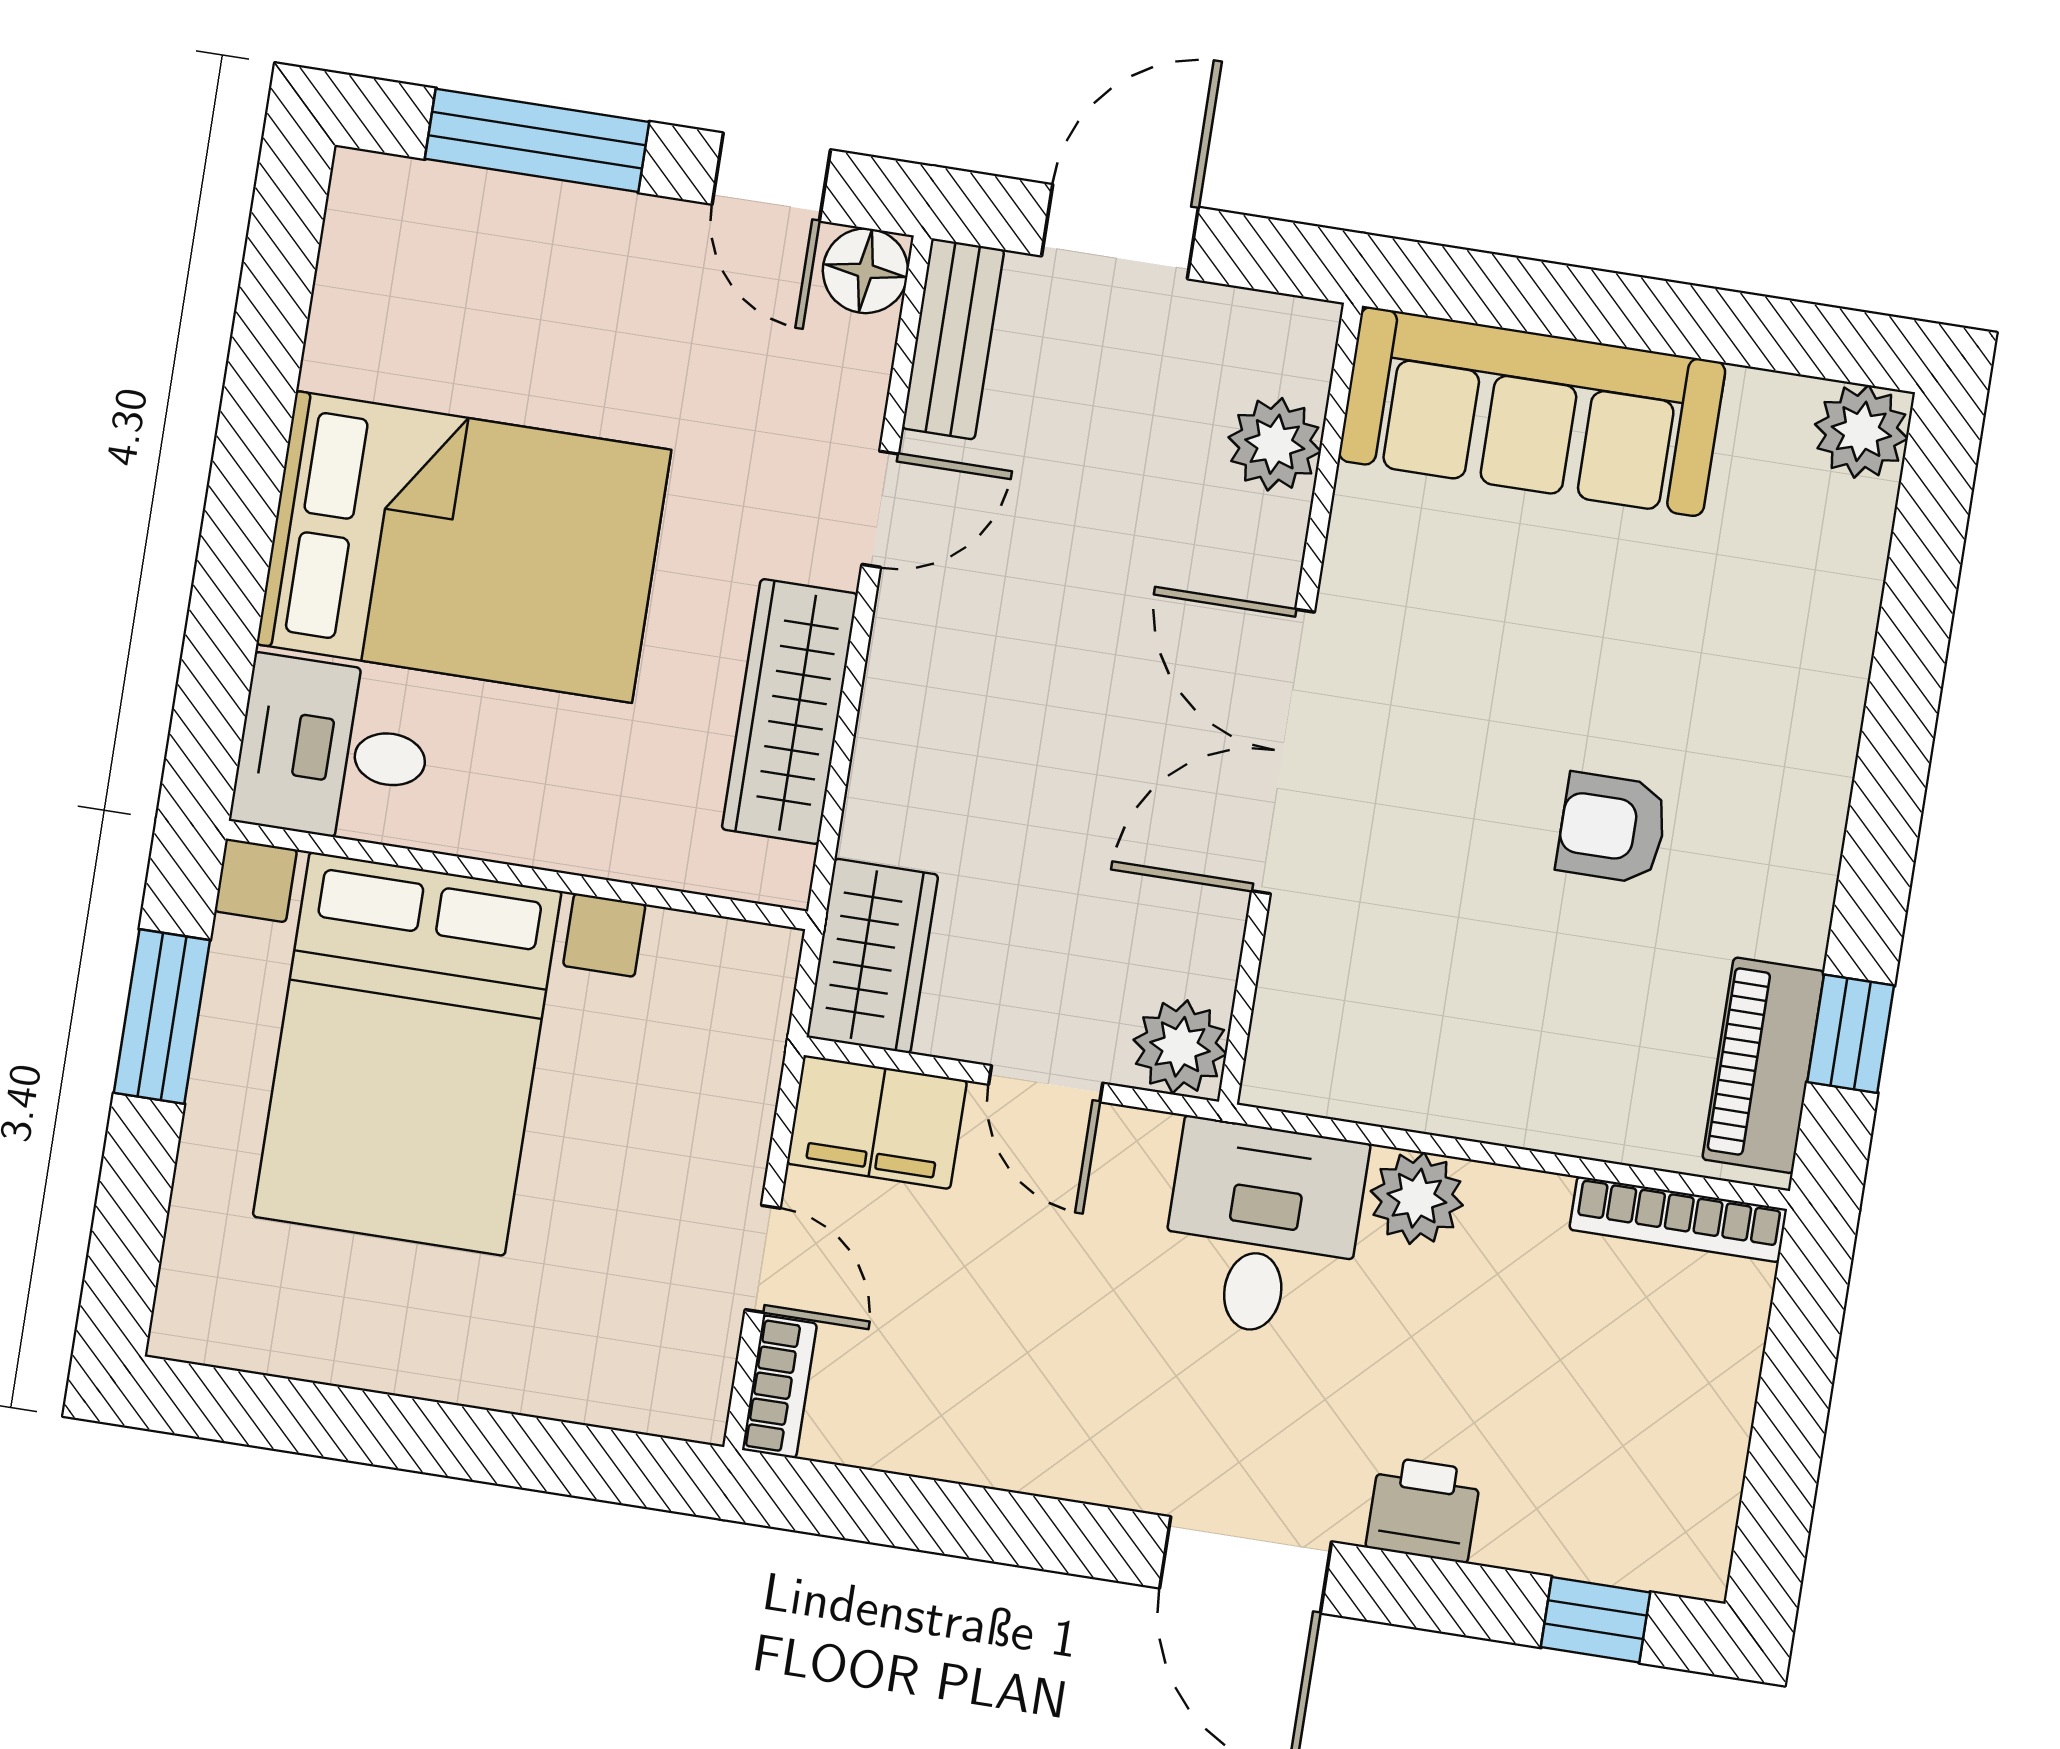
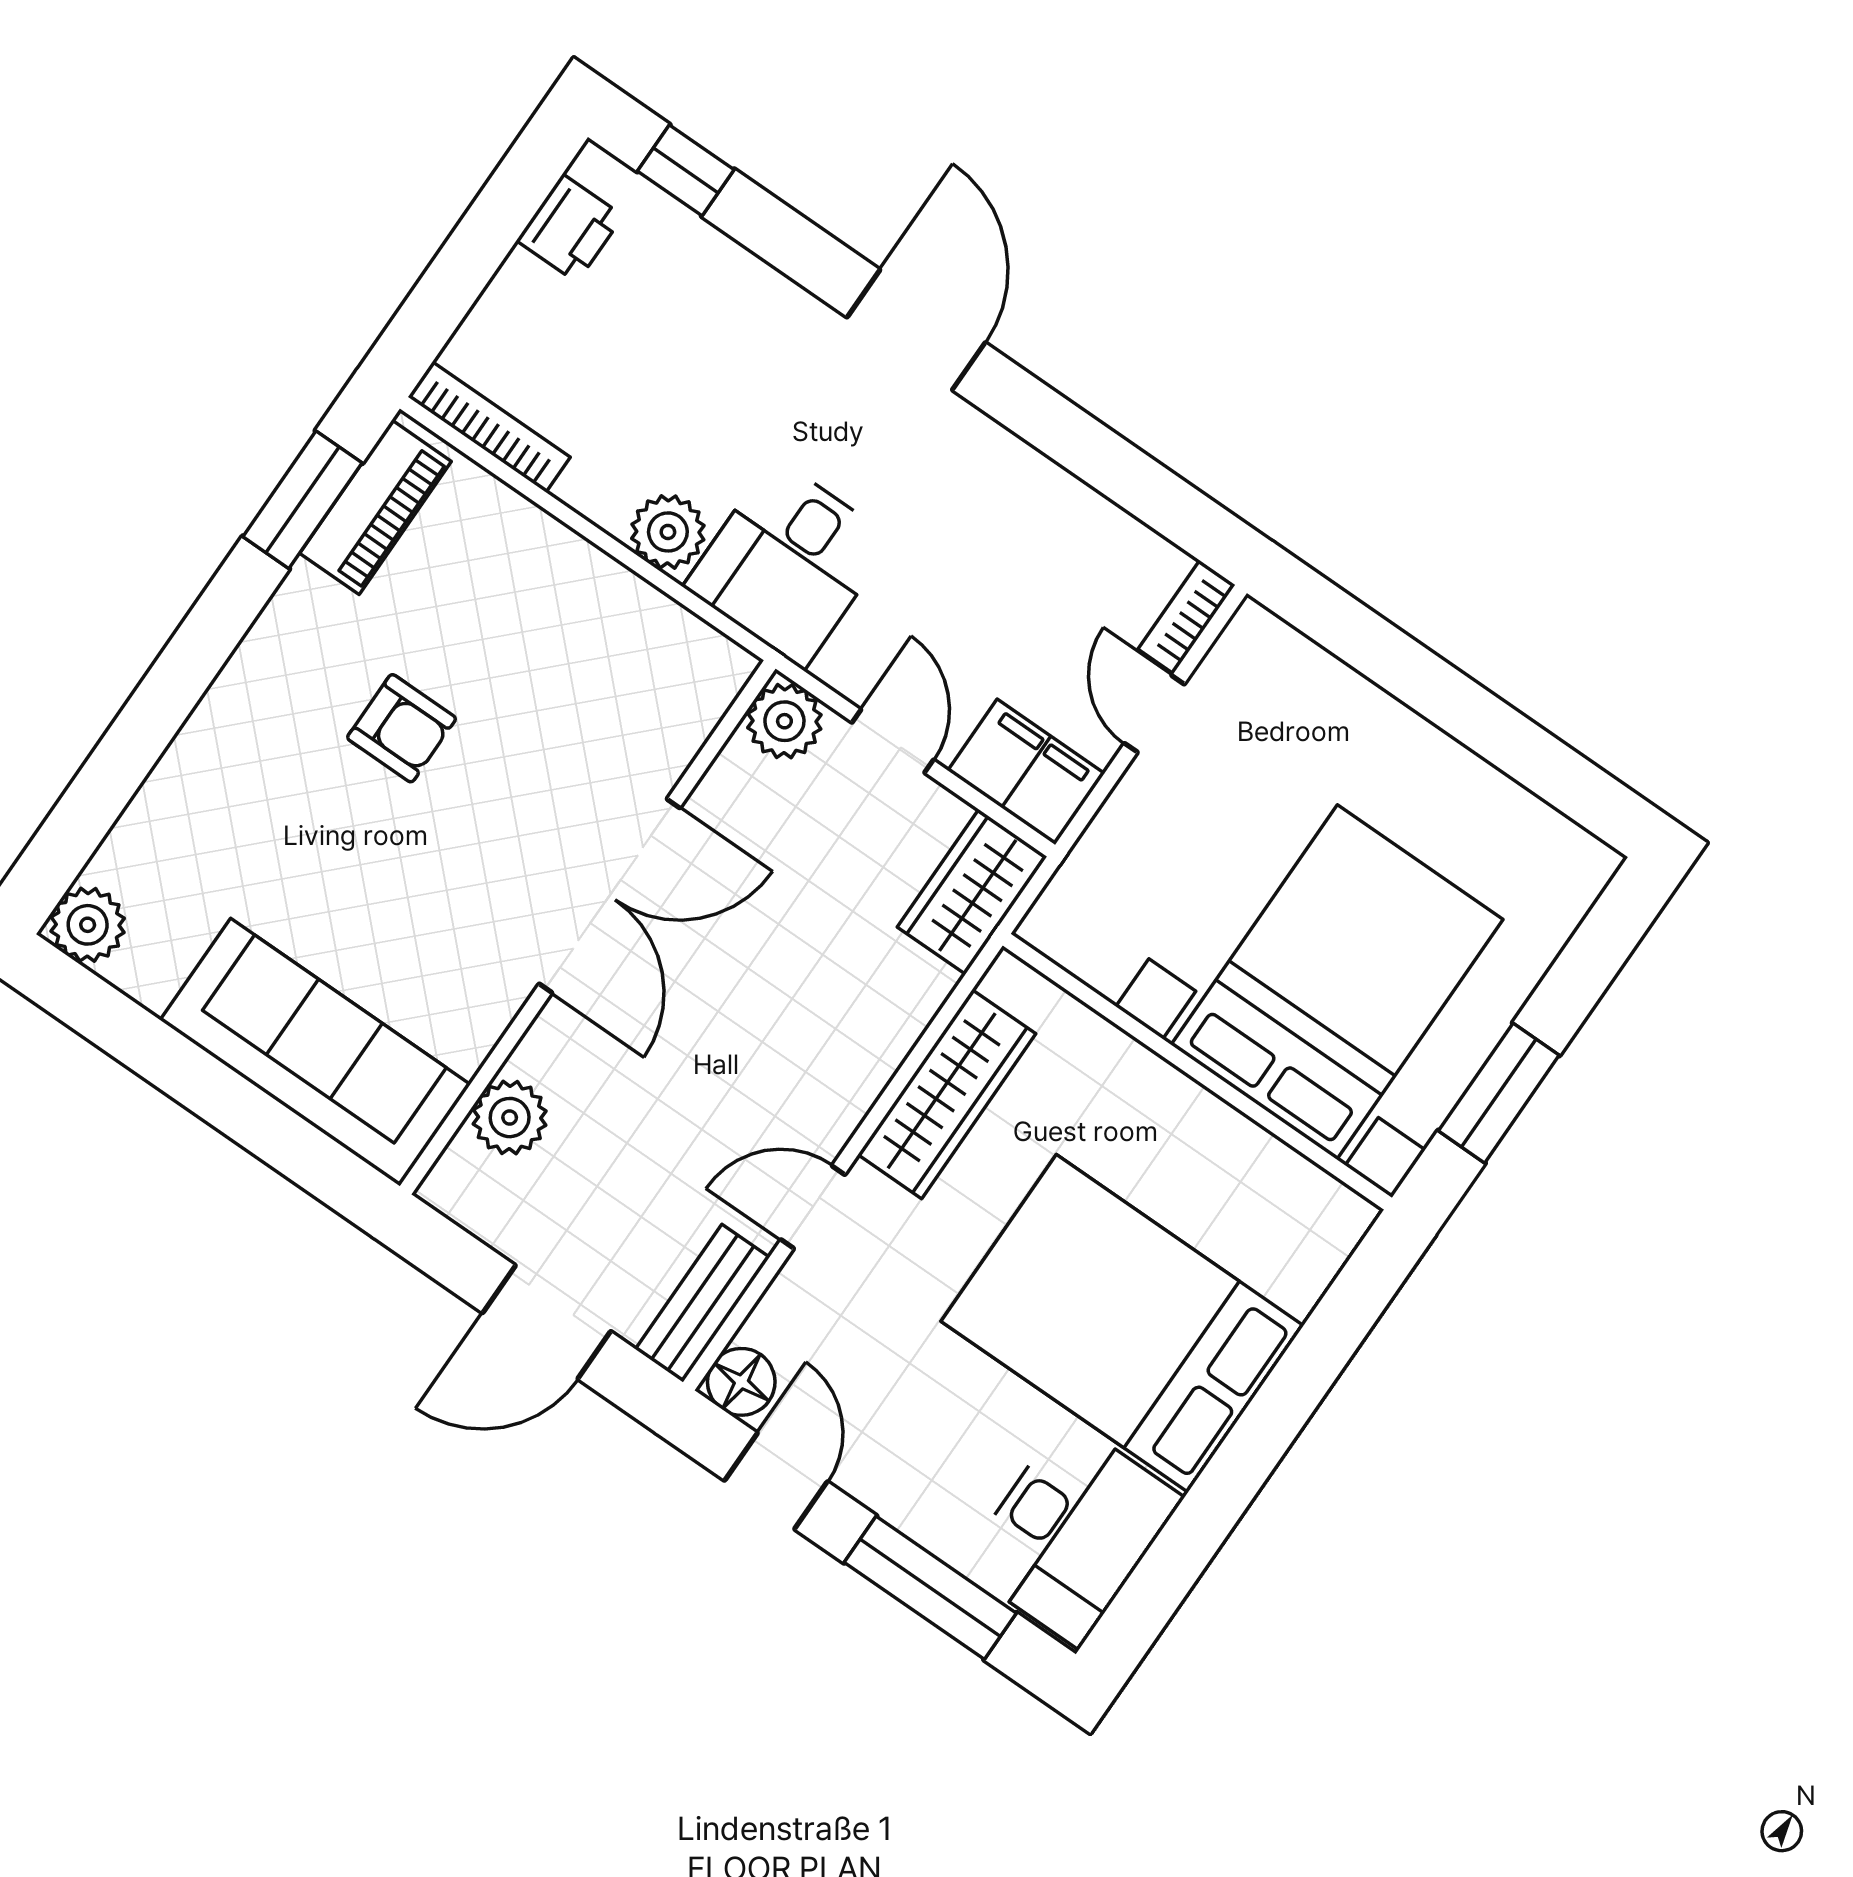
desk: (333, 750) -> (1072, 1532), moved, width x1.37
window: (1851, 1034) -> (302, 500), width x1.50
printer: (1423, 1509) -> (570, 228), moved, turned -90

